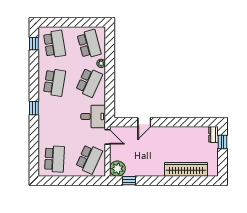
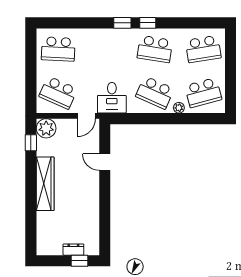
window: (34, 44) -> (148, 23), moved
dresser: (214, 135) -> (73, 250), moved
wardrobe: (186, 169) -> (45, 184), moved

